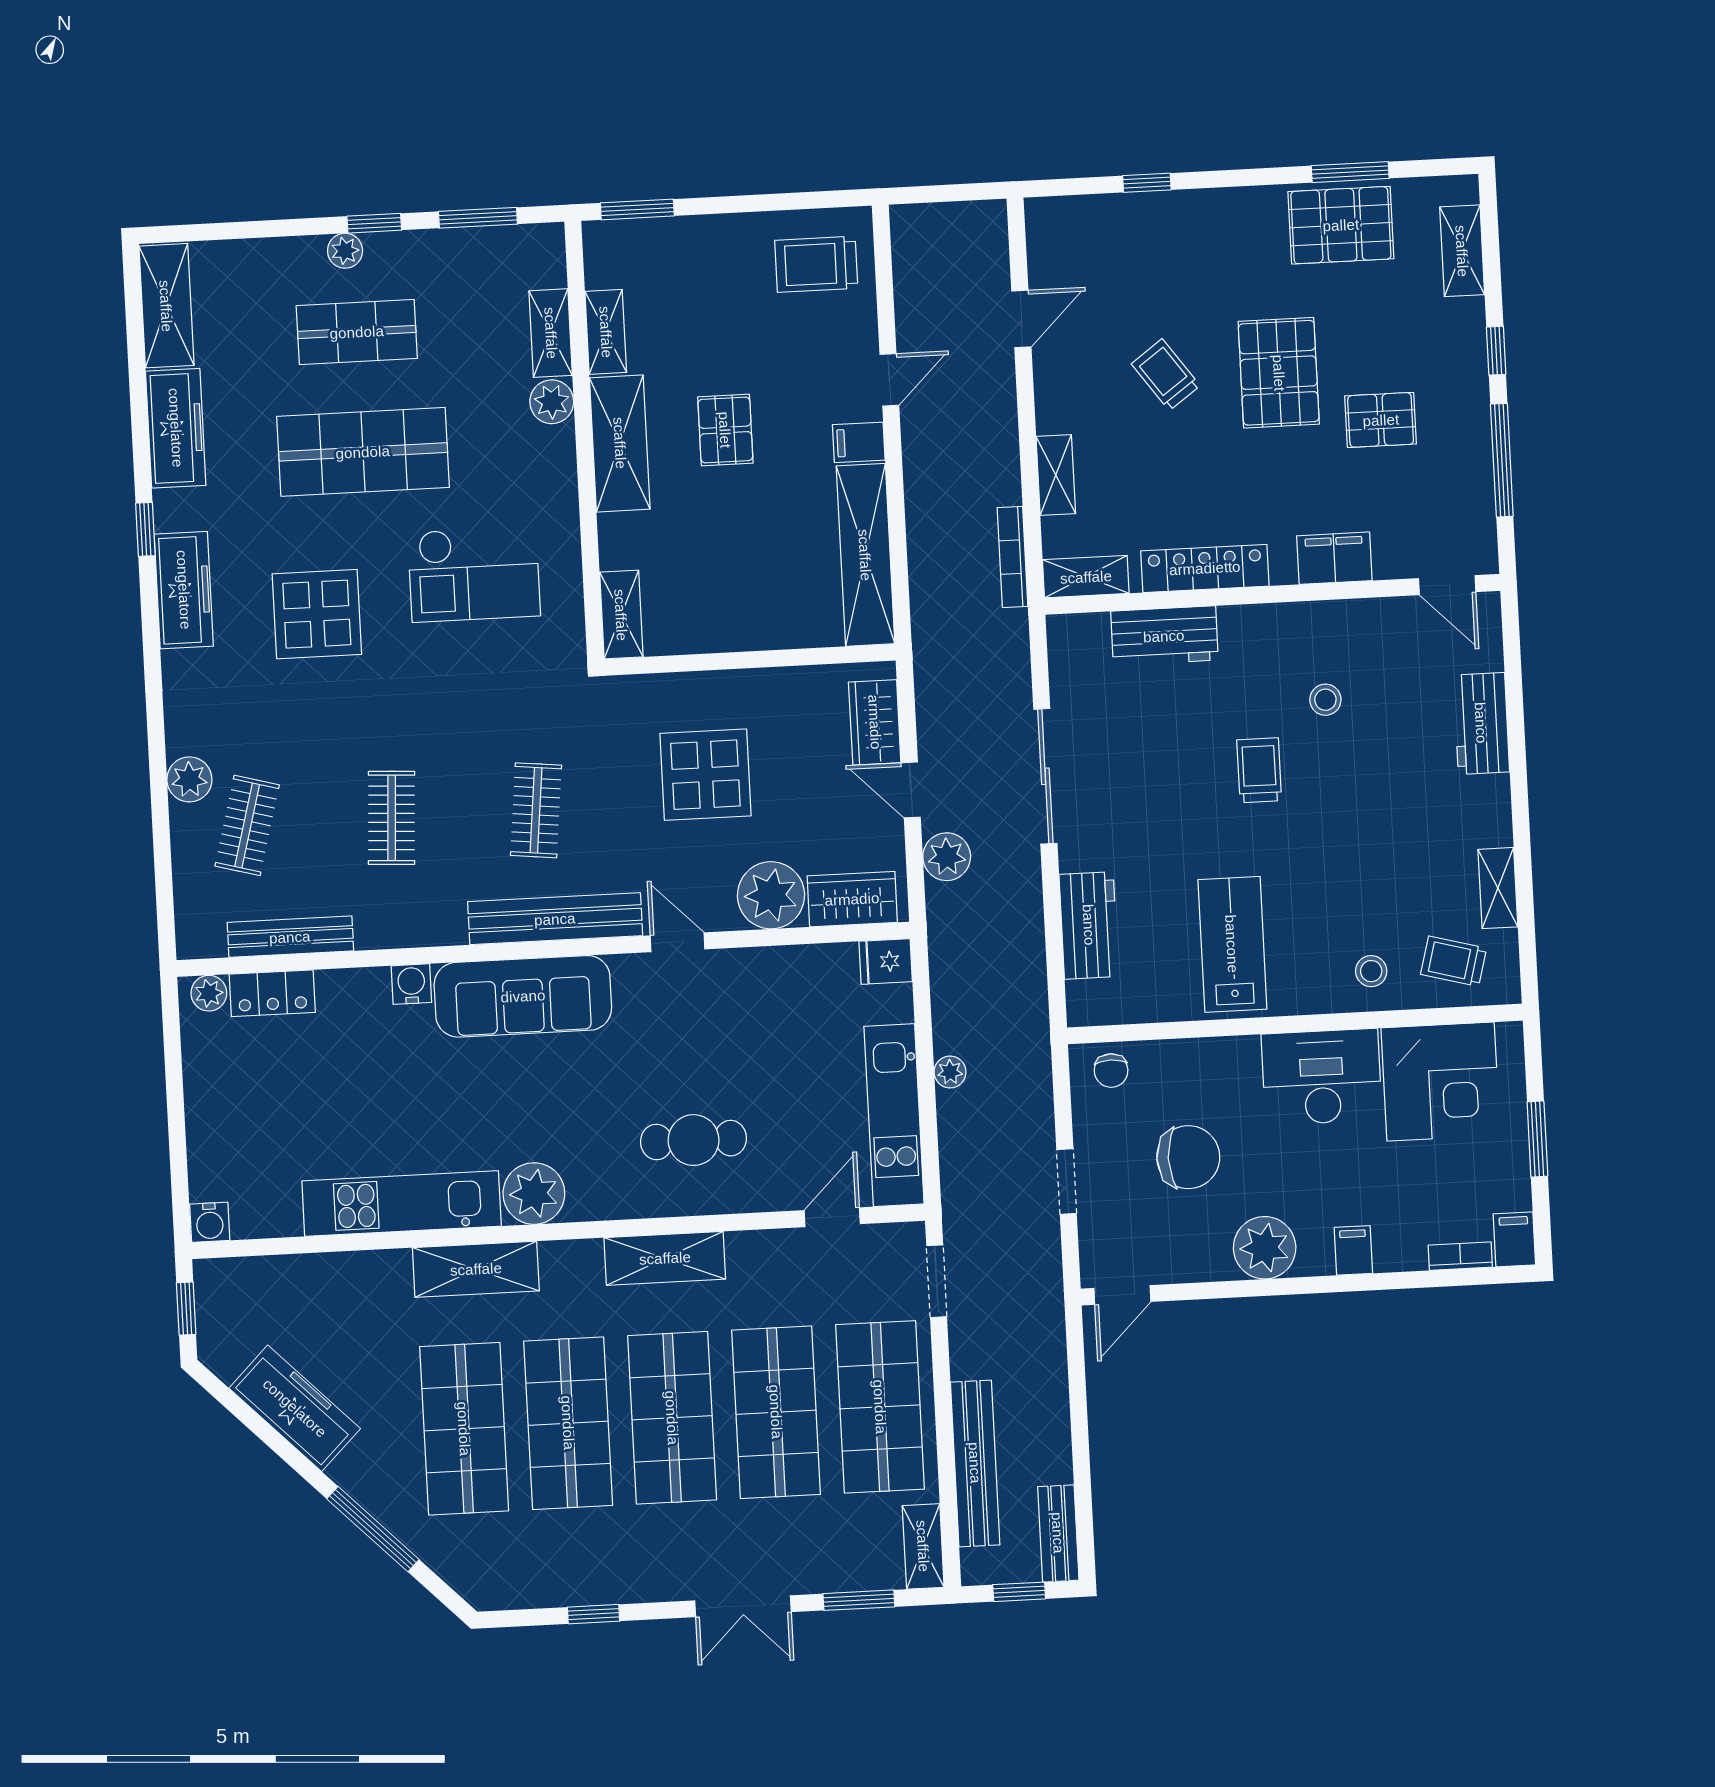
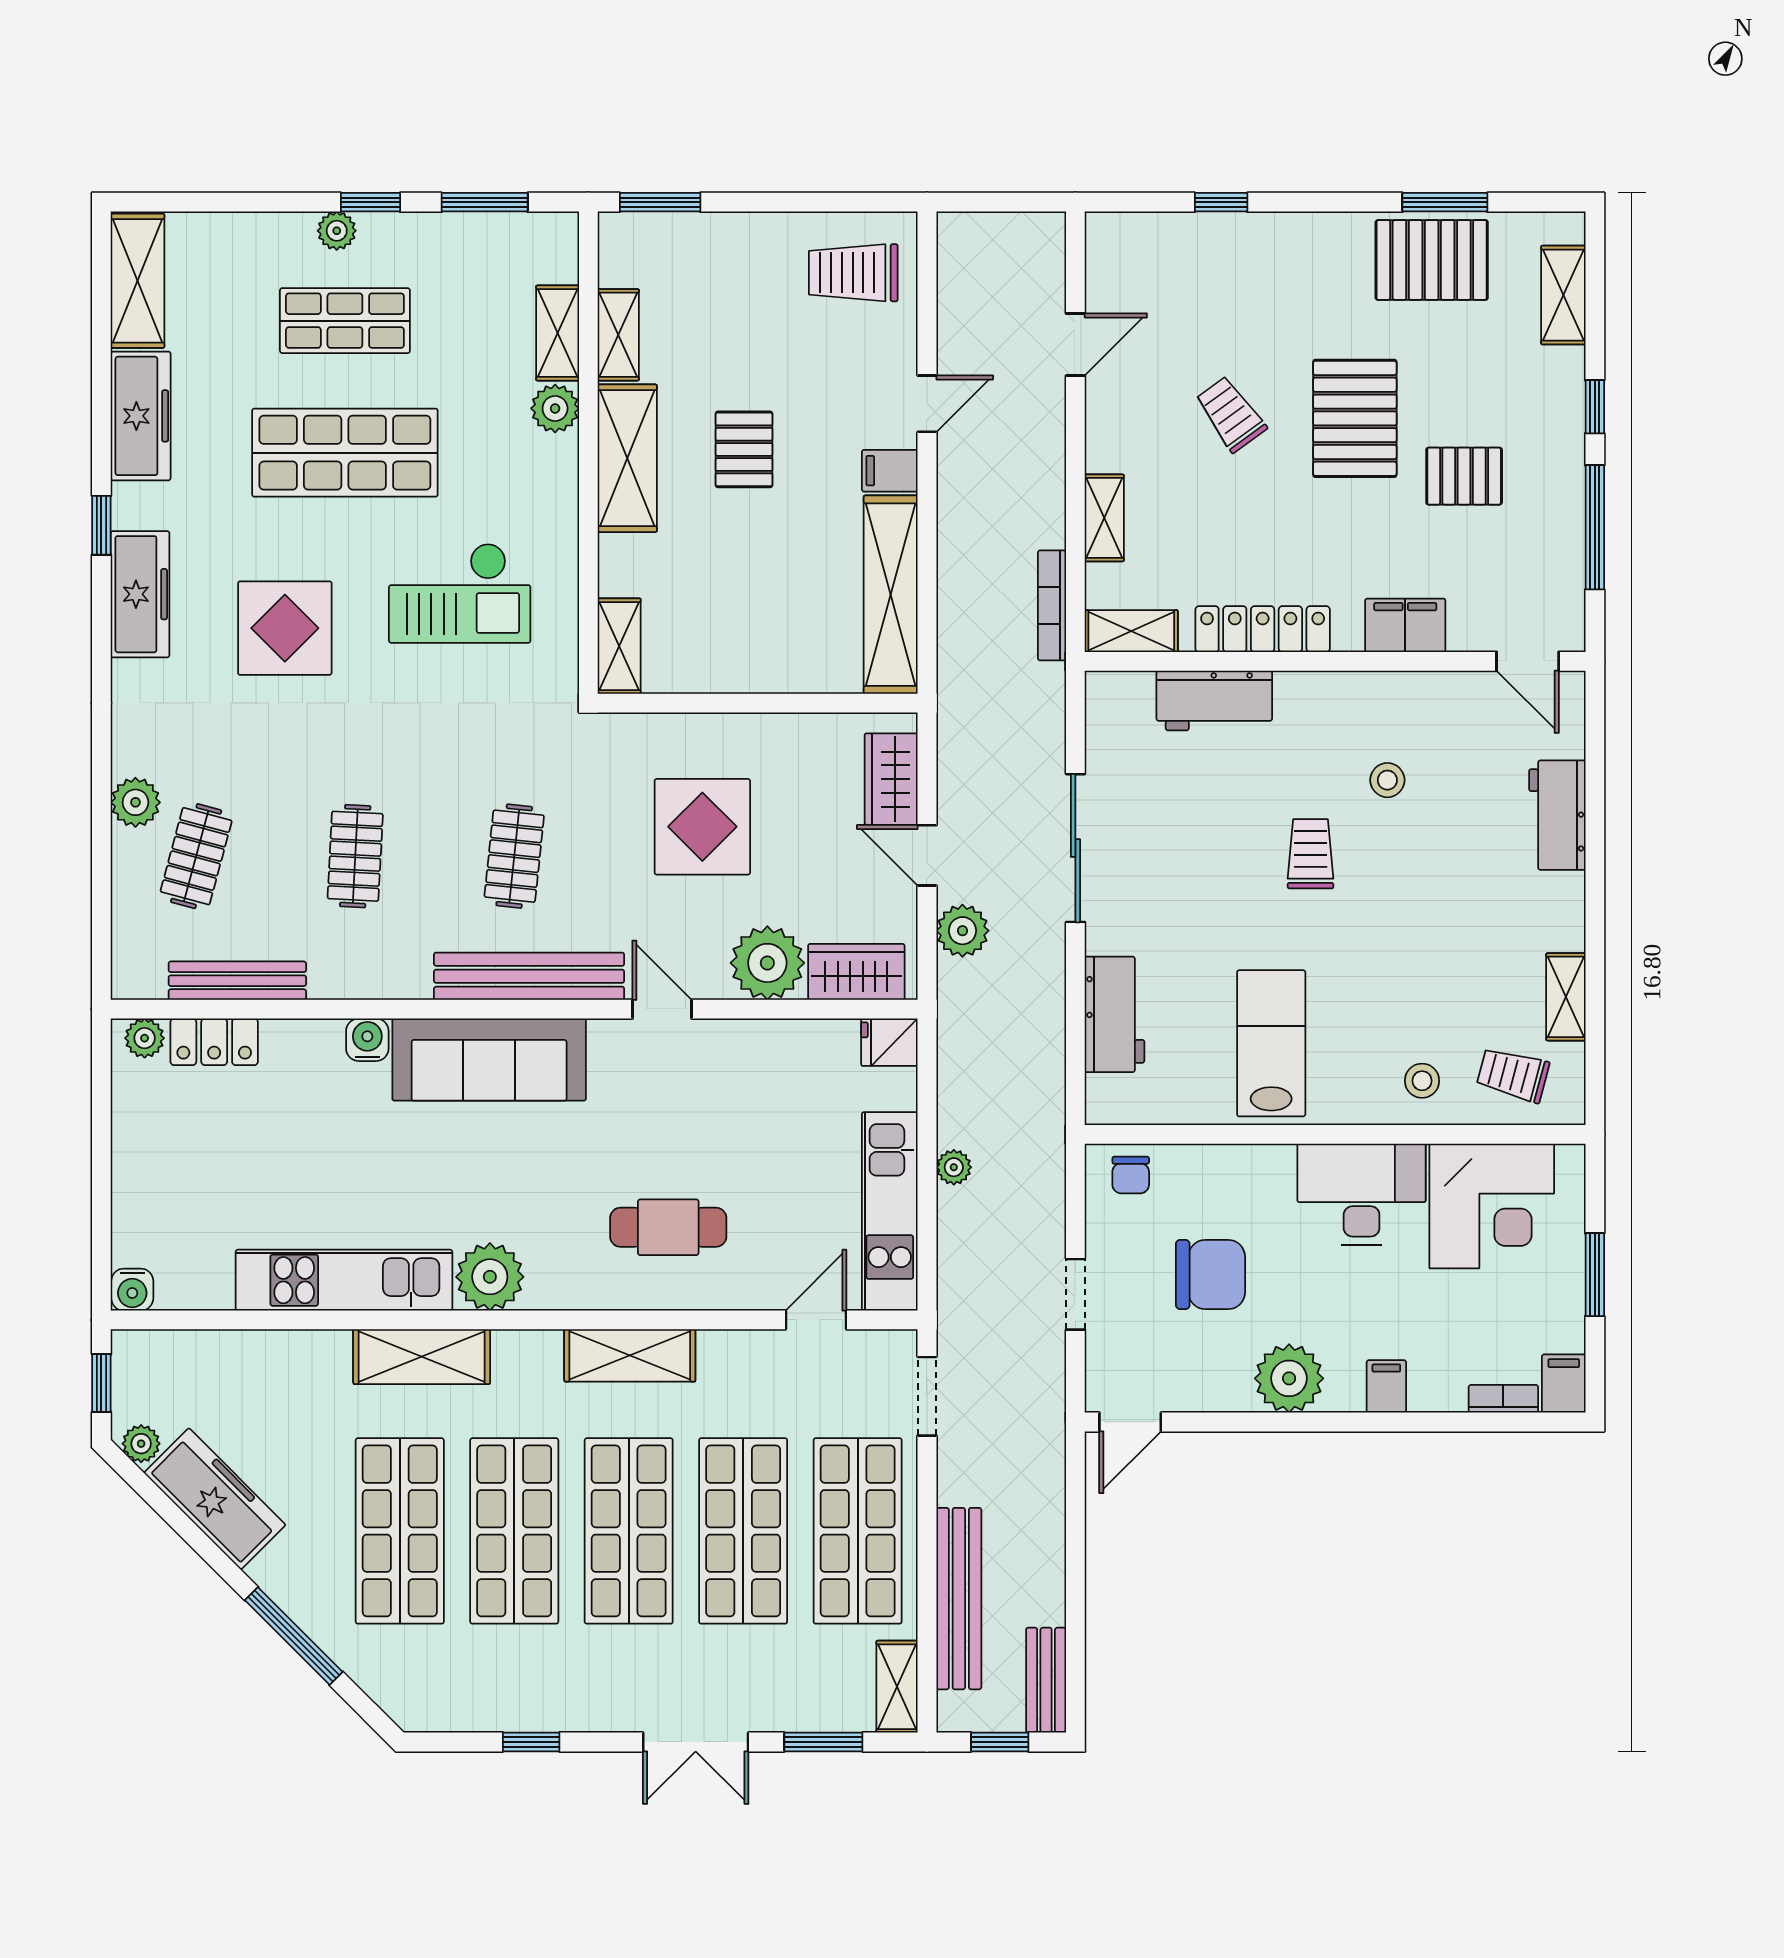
plant: (225, 1362) -> (141, 1444), added

